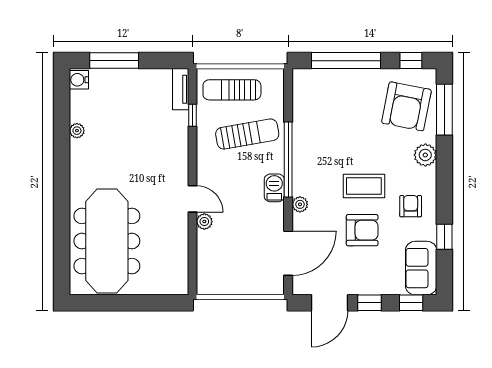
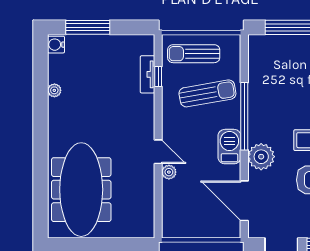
tv unit: (181, 89) -> (148, 74), moved
barbecue: (274, 188) -> (229, 147), width x1.38, depth x1.27
plant: (300, 204) -> (261, 157), width x1.88, depth x1.88
door: (288, 253) -> (244, 201), swing flipped

